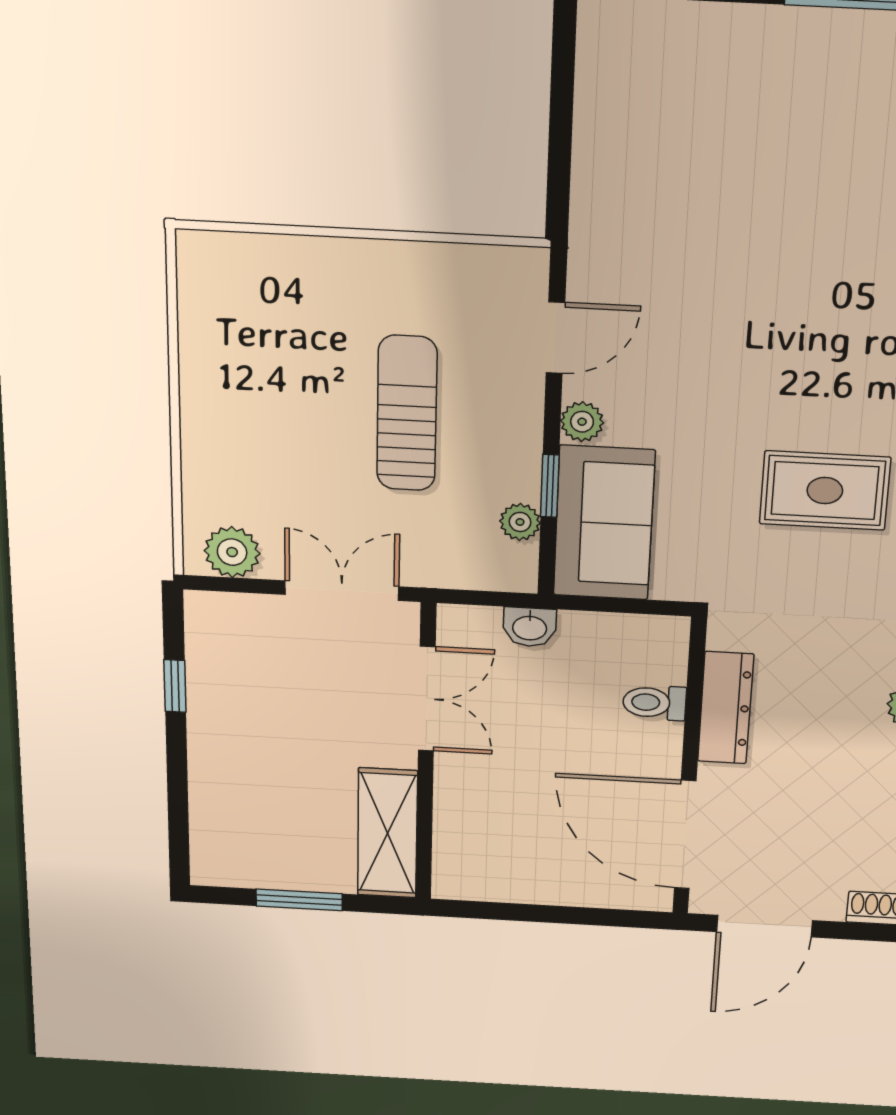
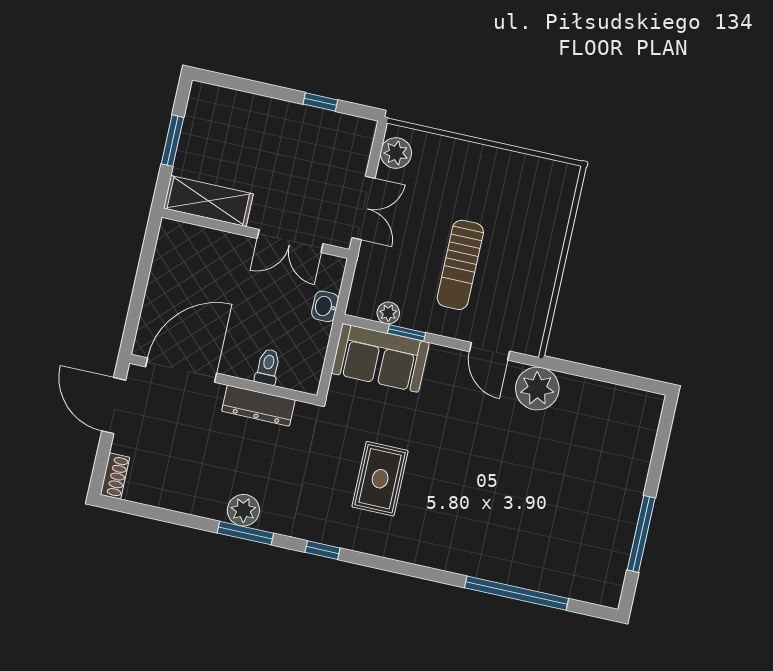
sun lounger: (407, 413) -> (460, 265), turned 90
plant: (582, 422) -> (537, 388), moved, width x1.88, depth x1.88

